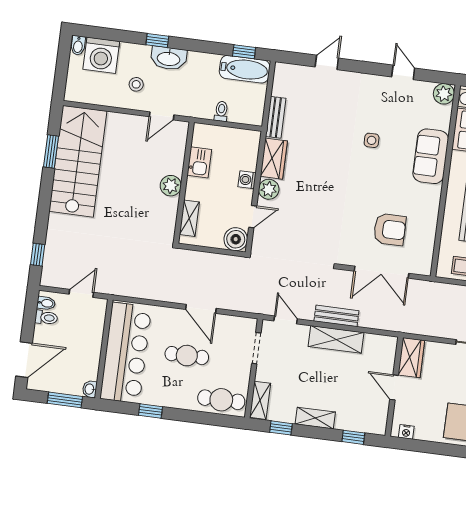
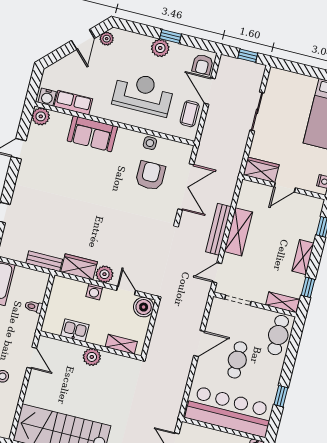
side table: (372, 140) -> (150, 143), moved
bench: (336, 316) -> (218, 229), width x1.36

